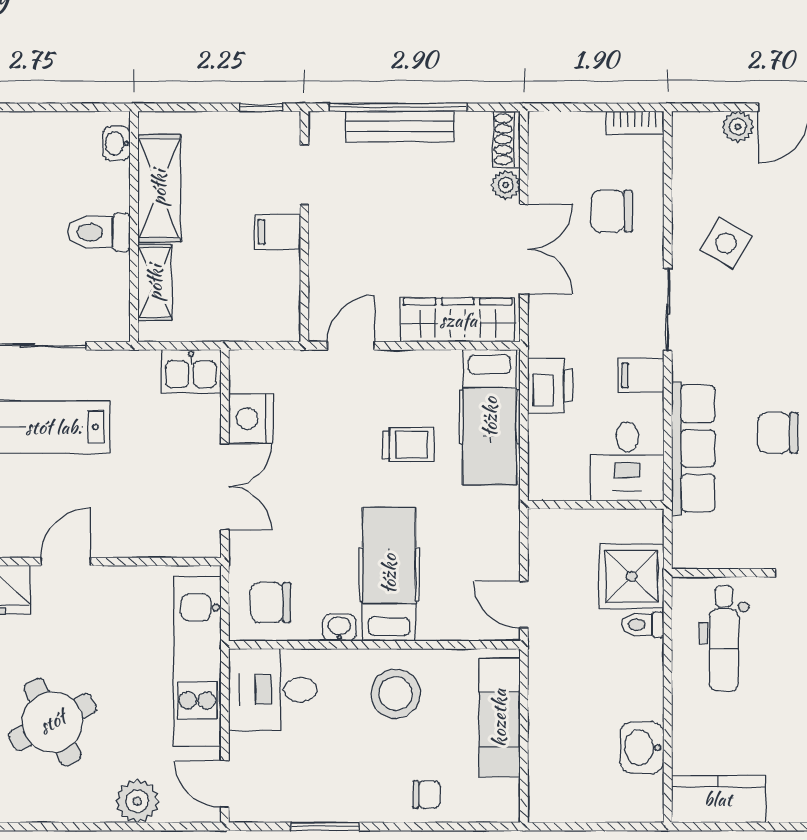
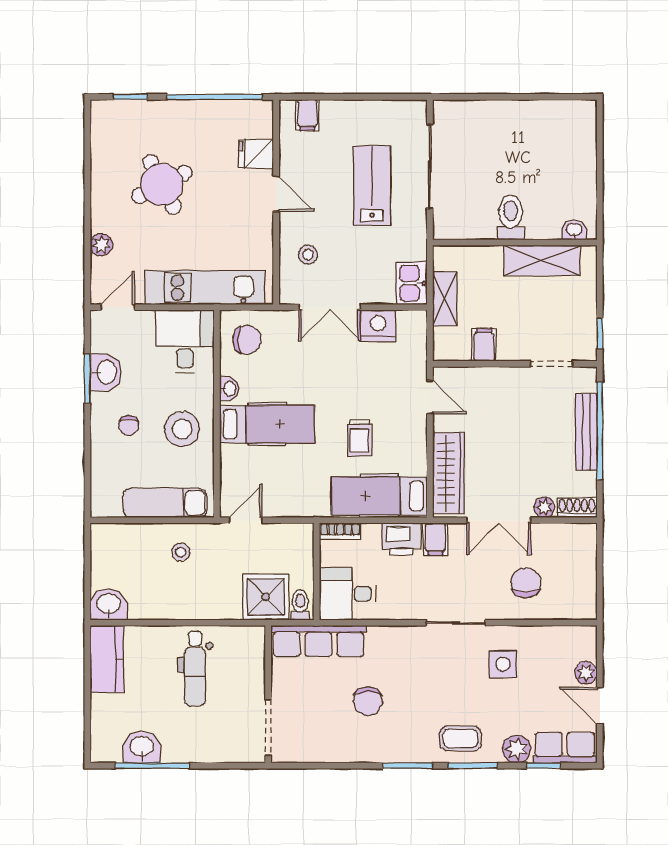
bookcase: (635, 123) -> (340, 531), moved, turned -90
filing cabinet: (278, 232) -> (484, 345), moved
side table: (726, 243) -> (503, 664), turned -30
shelving: (155, 283) -> (445, 299), moved, turned 90
filing cabinet: (641, 376) -> (435, 539), moved, turned 180
chair: (778, 433) -> (368, 701), turned 180
row of seats: (693, 448) -> (318, 641), moved
stool: (151, 517) -> (308, 255), added
chair: (271, 603) -> (247, 340), turned 90
toilet: (643, 625) -> (300, 605), moved
dental chair: (724, 638) -> (195, 668), moved, turned -90
stool: (568, 695) -> (181, 552), added
washbasin: (642, 748) -> (109, 604), moved
chair: (427, 794) -> (129, 425), moved
plant: (137, 801) -> (101, 245), width x0.73, depth x0.73
washbasin: (316, 801) -> (106, 372), added

